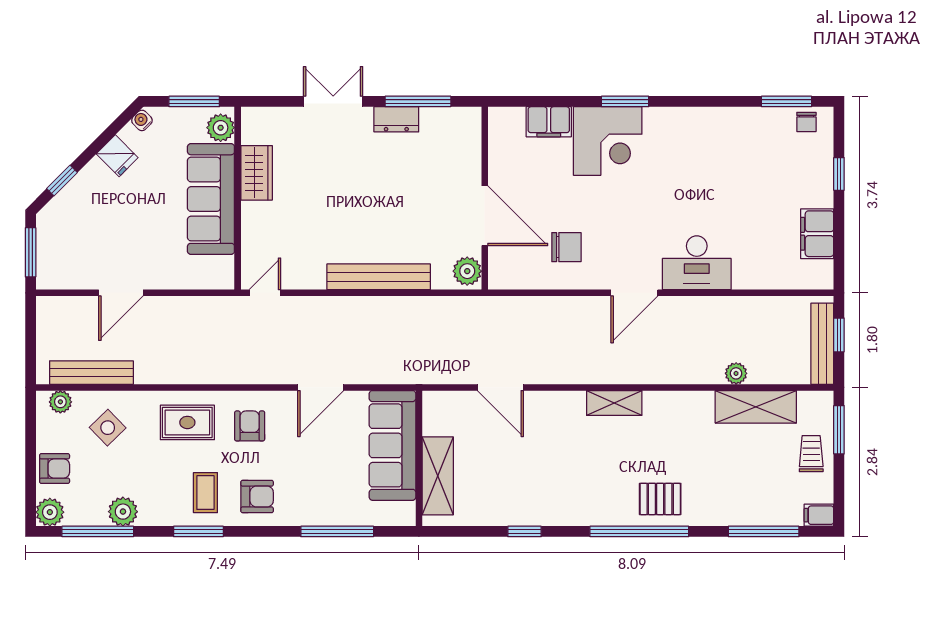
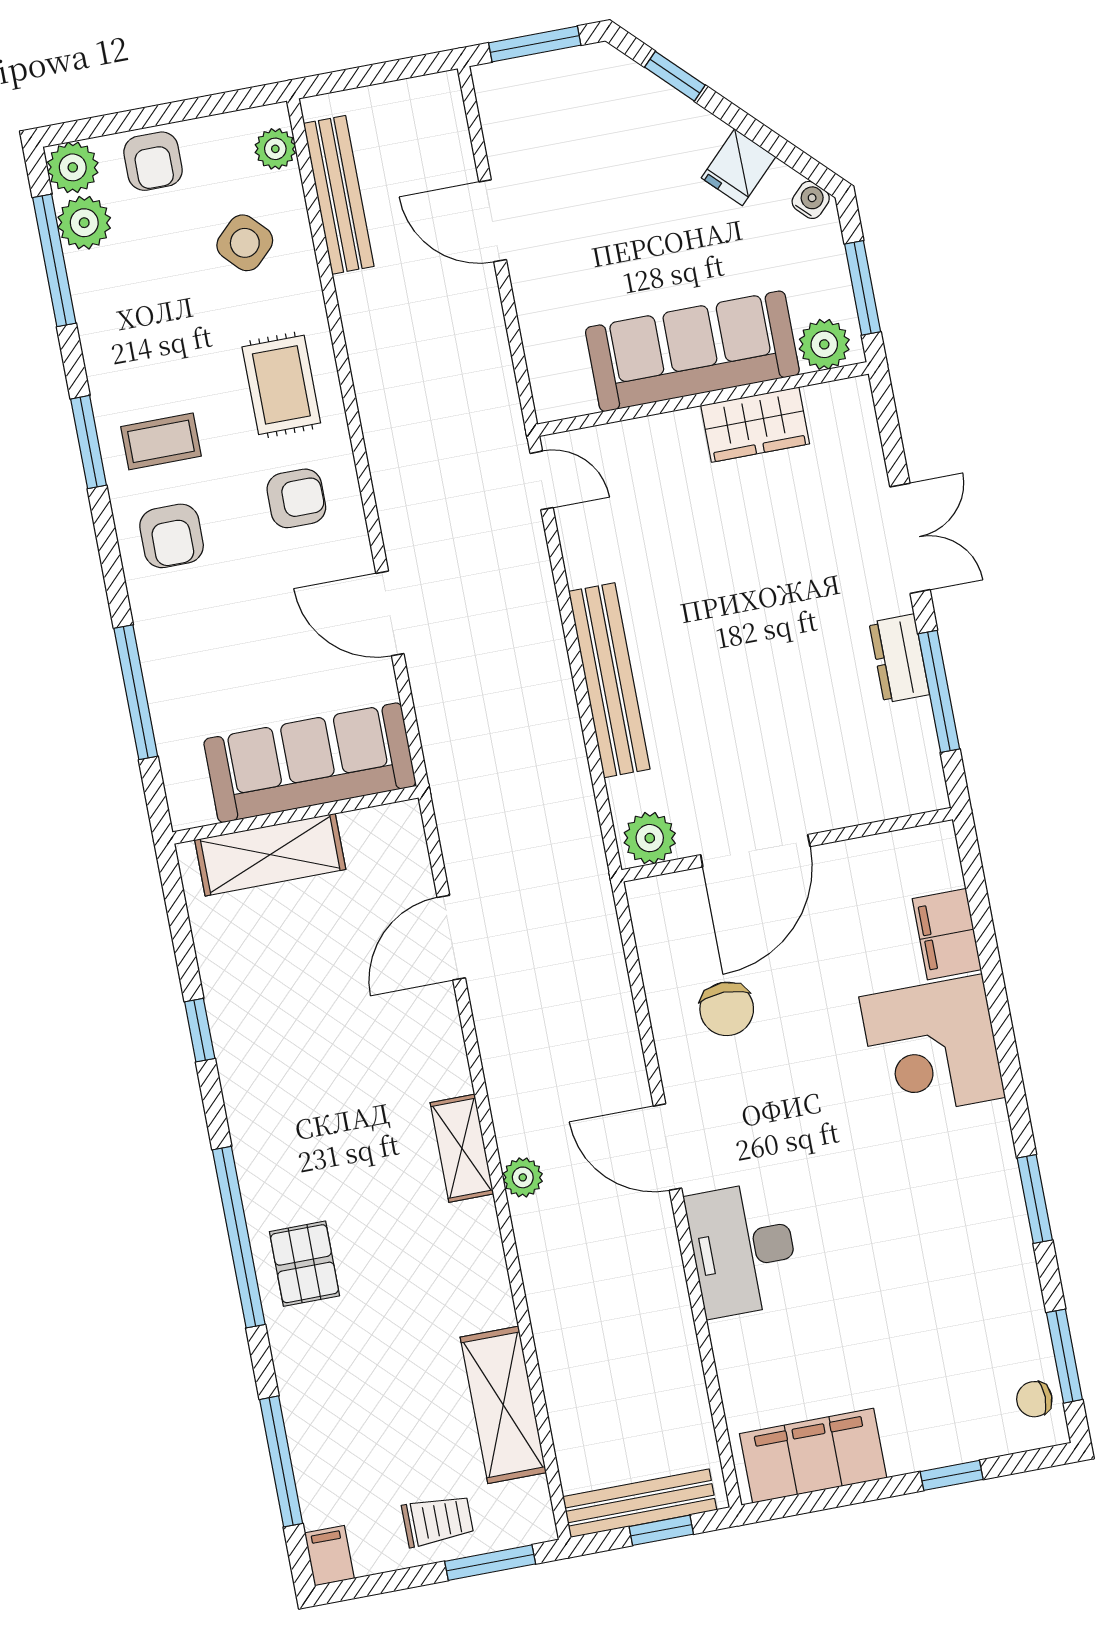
window: (625, 101) -> (1035, 1199), moved
filing cabinet: (817, 234) -> (813, 1456), width x1.50, depth x1.17
plant: (736, 373) -> (523, 1177), moved
plant: (123, 512) -> (84, 223), moved

